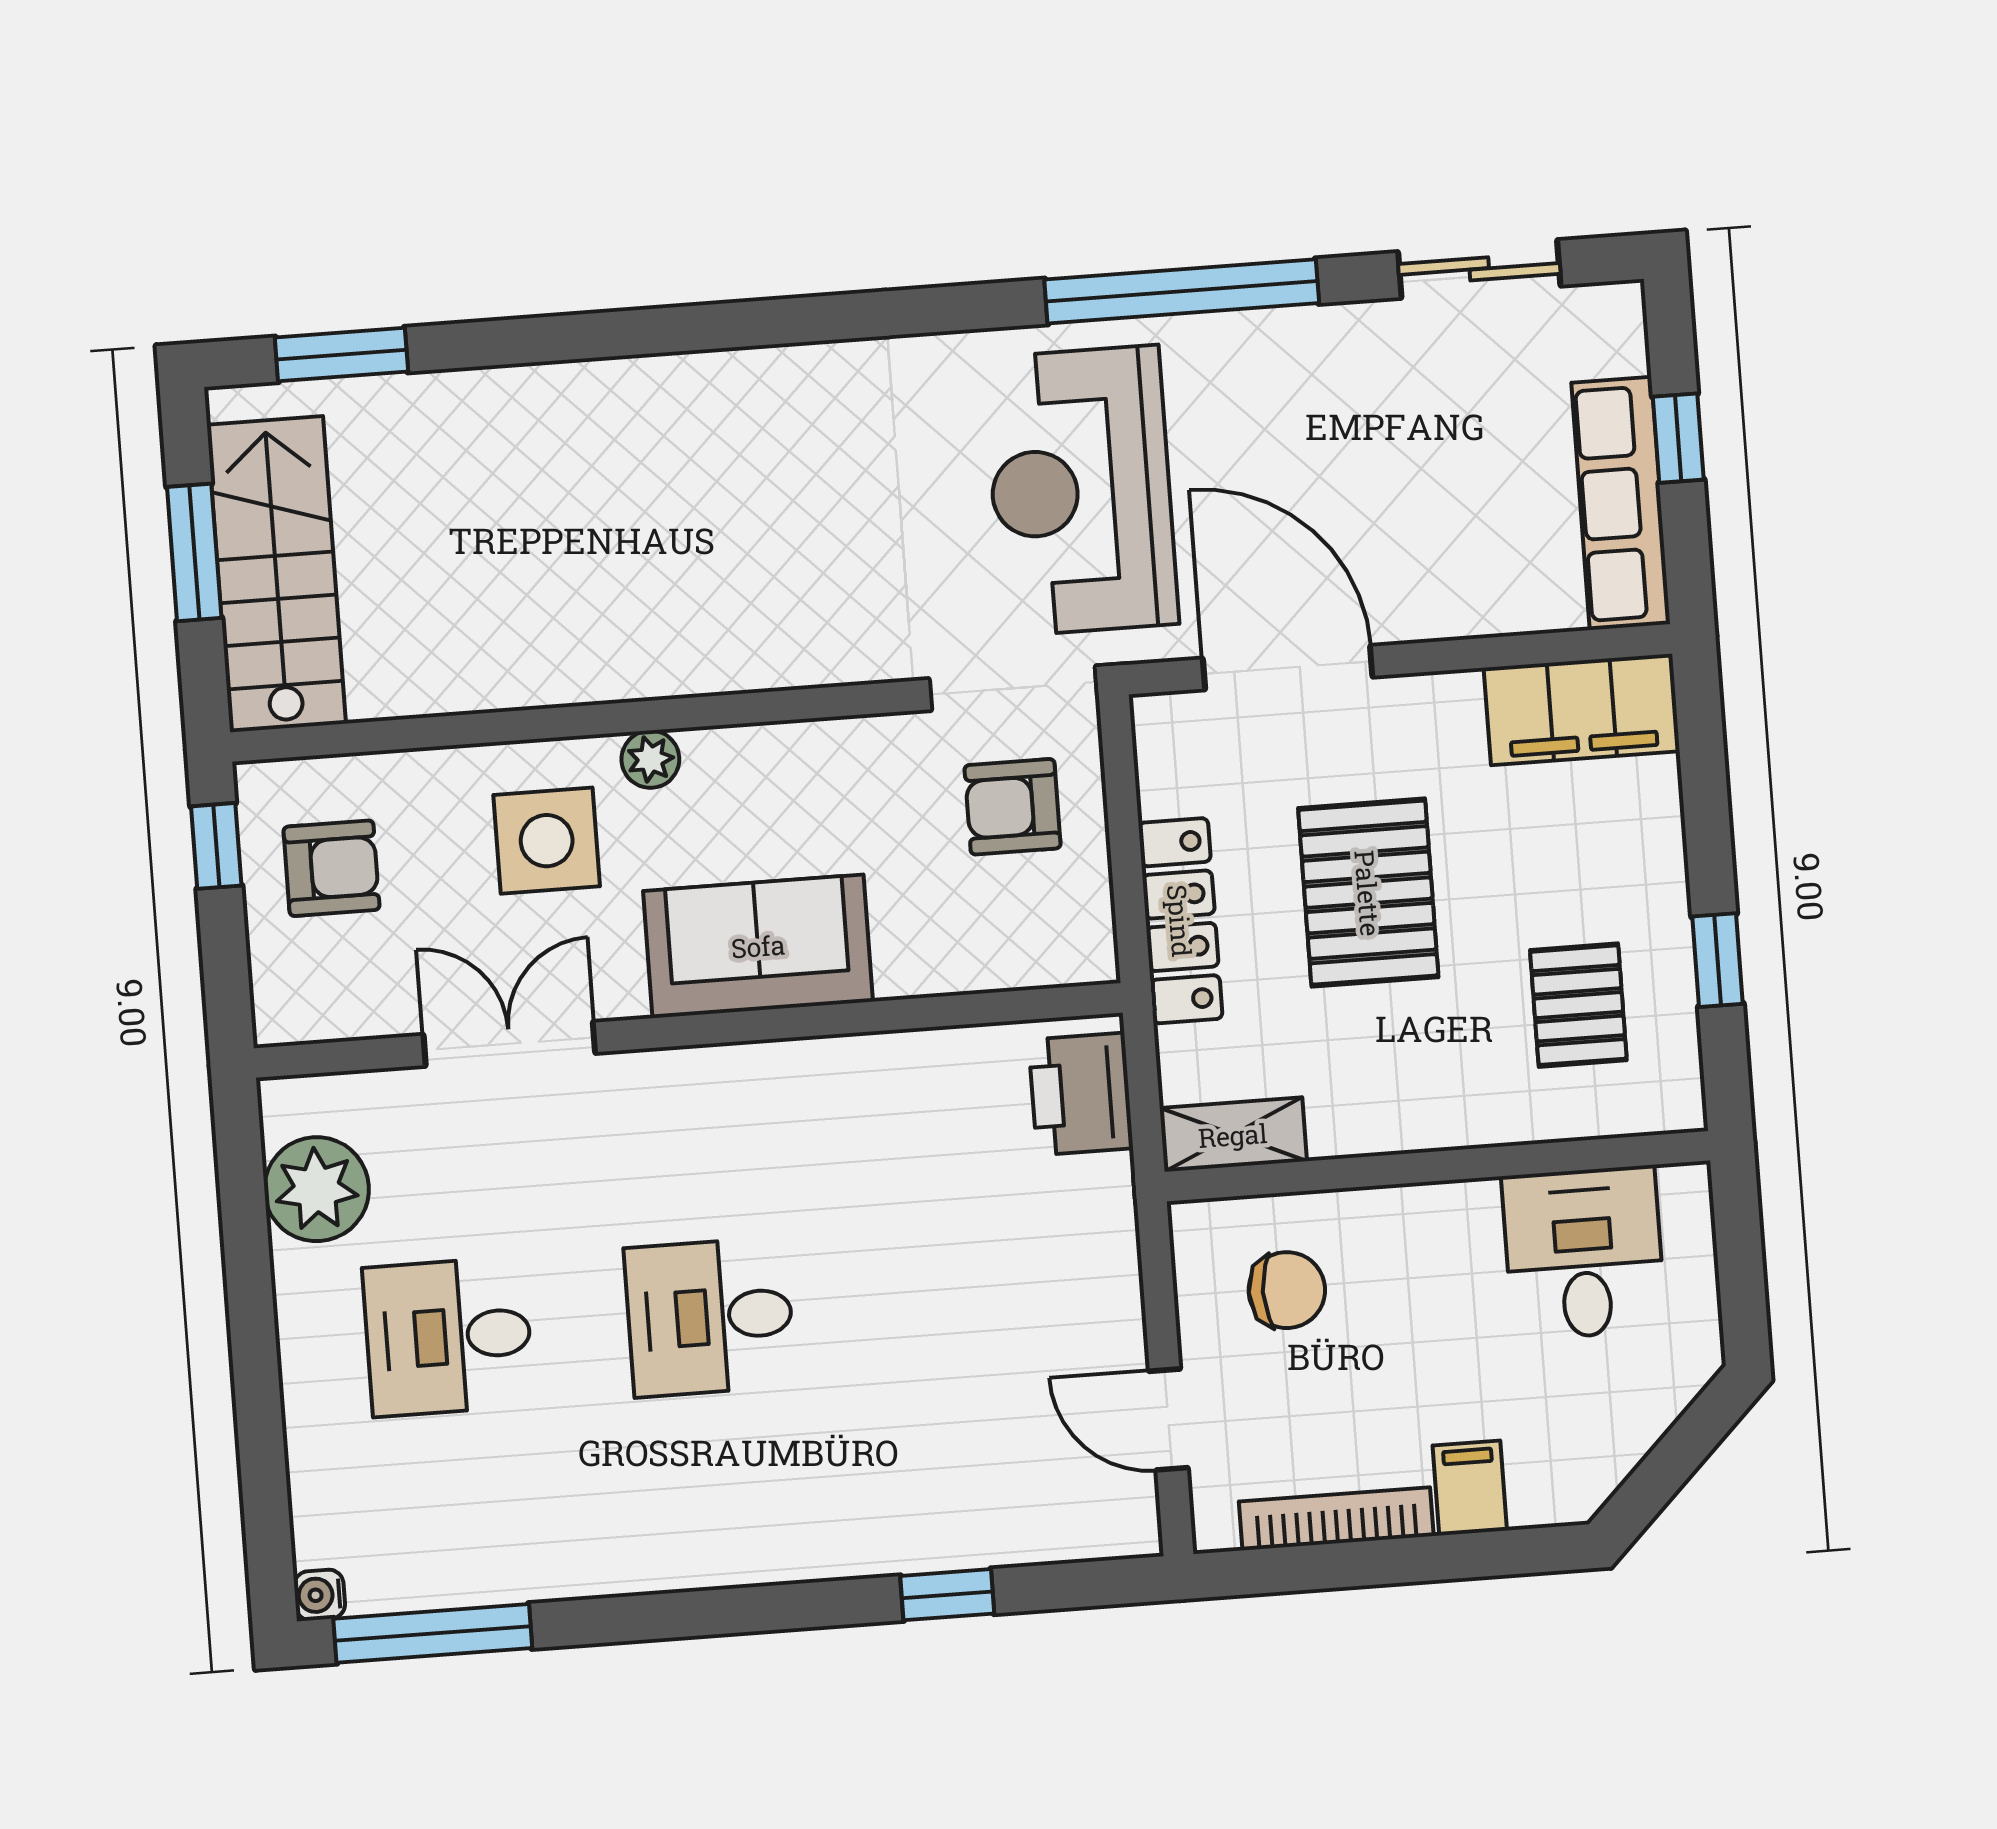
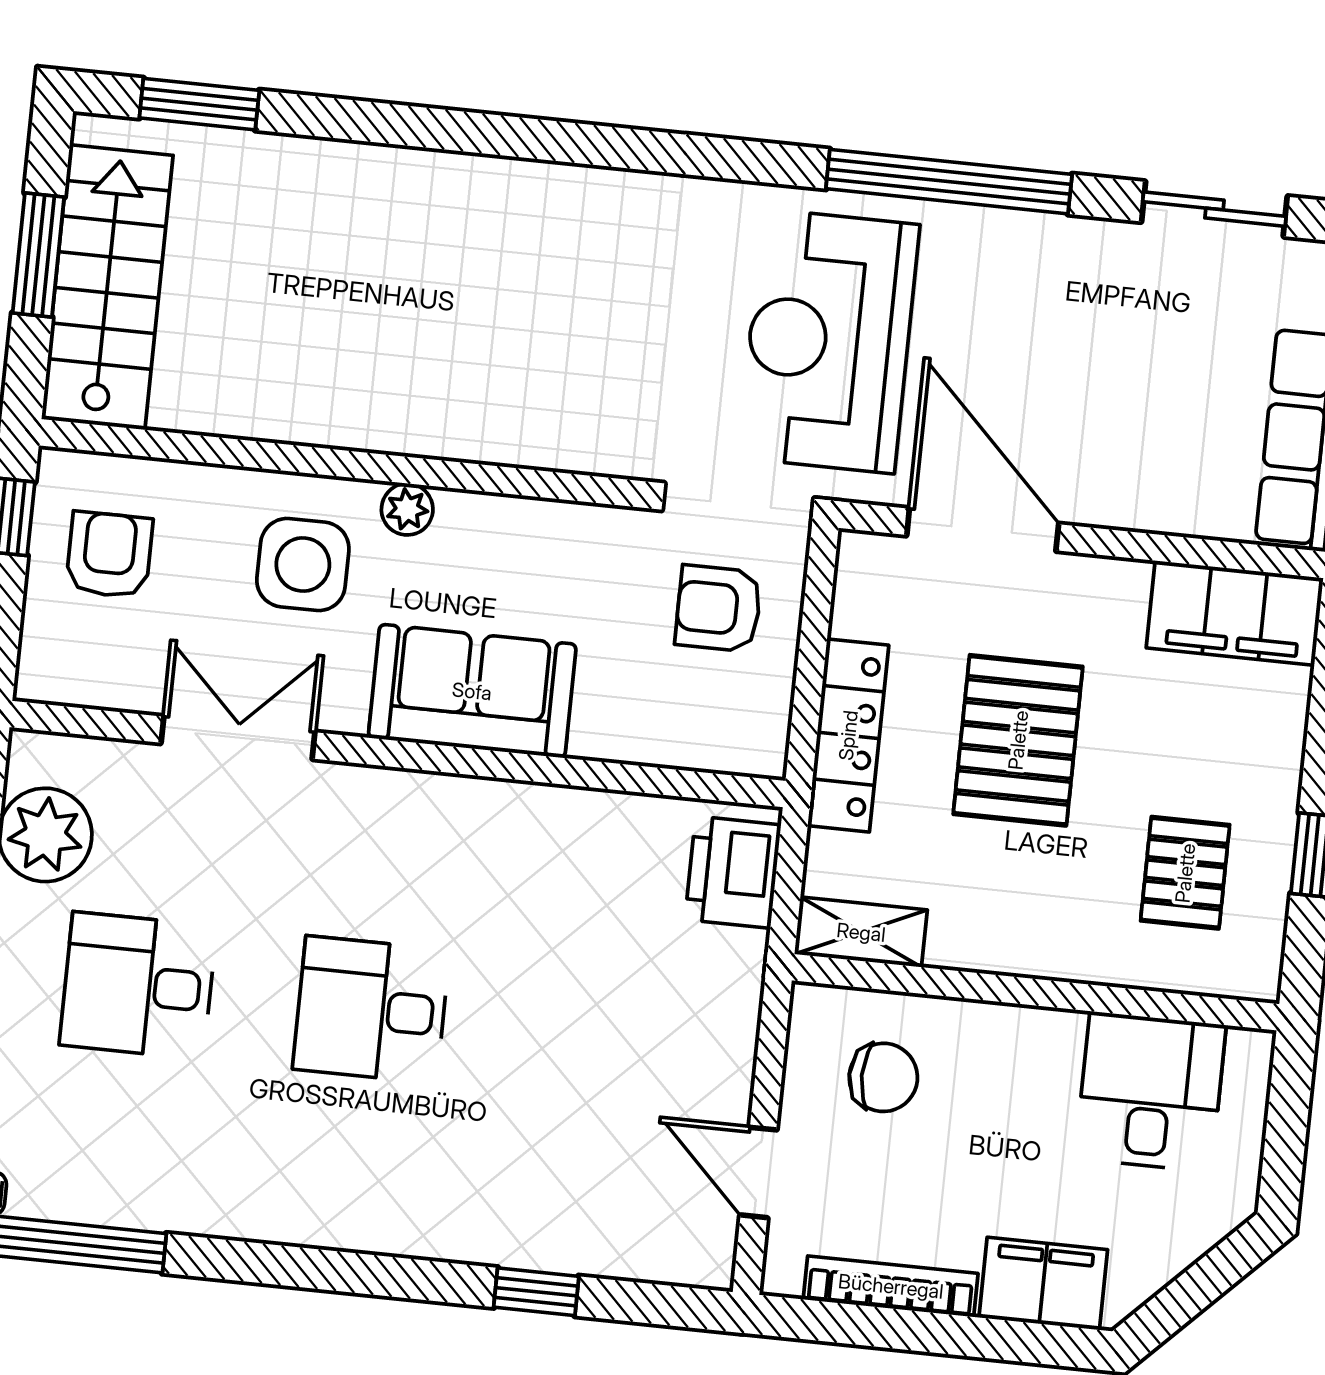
armchair: (332, 868) -> (109, 555), turned -90
filing cabinet: (1470, 1488) -> (1043, 1284), width x2.00

